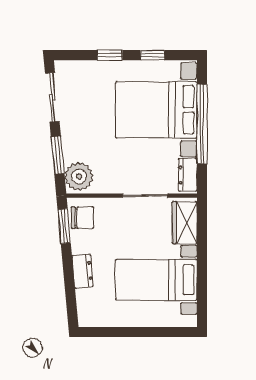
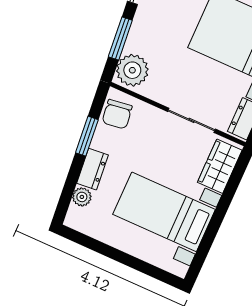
chair: (83, 218) -> (117, 114), turned 82
window: (64, 226) -> (87, 136), moved
plant: (84, 298) -> (82, 197), added

